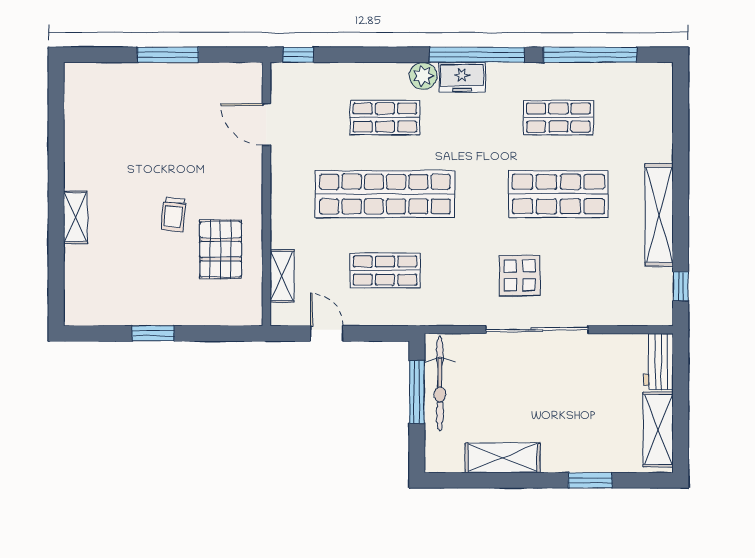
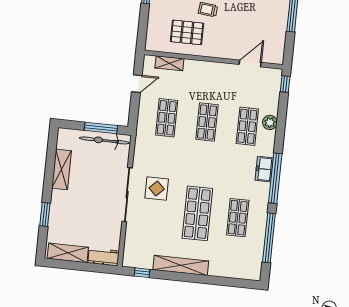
plant: (423, 76) -> (270, 122), moved
shop shelf: (385, 194) -> (207, 122), width x0.50, depth x0.74

